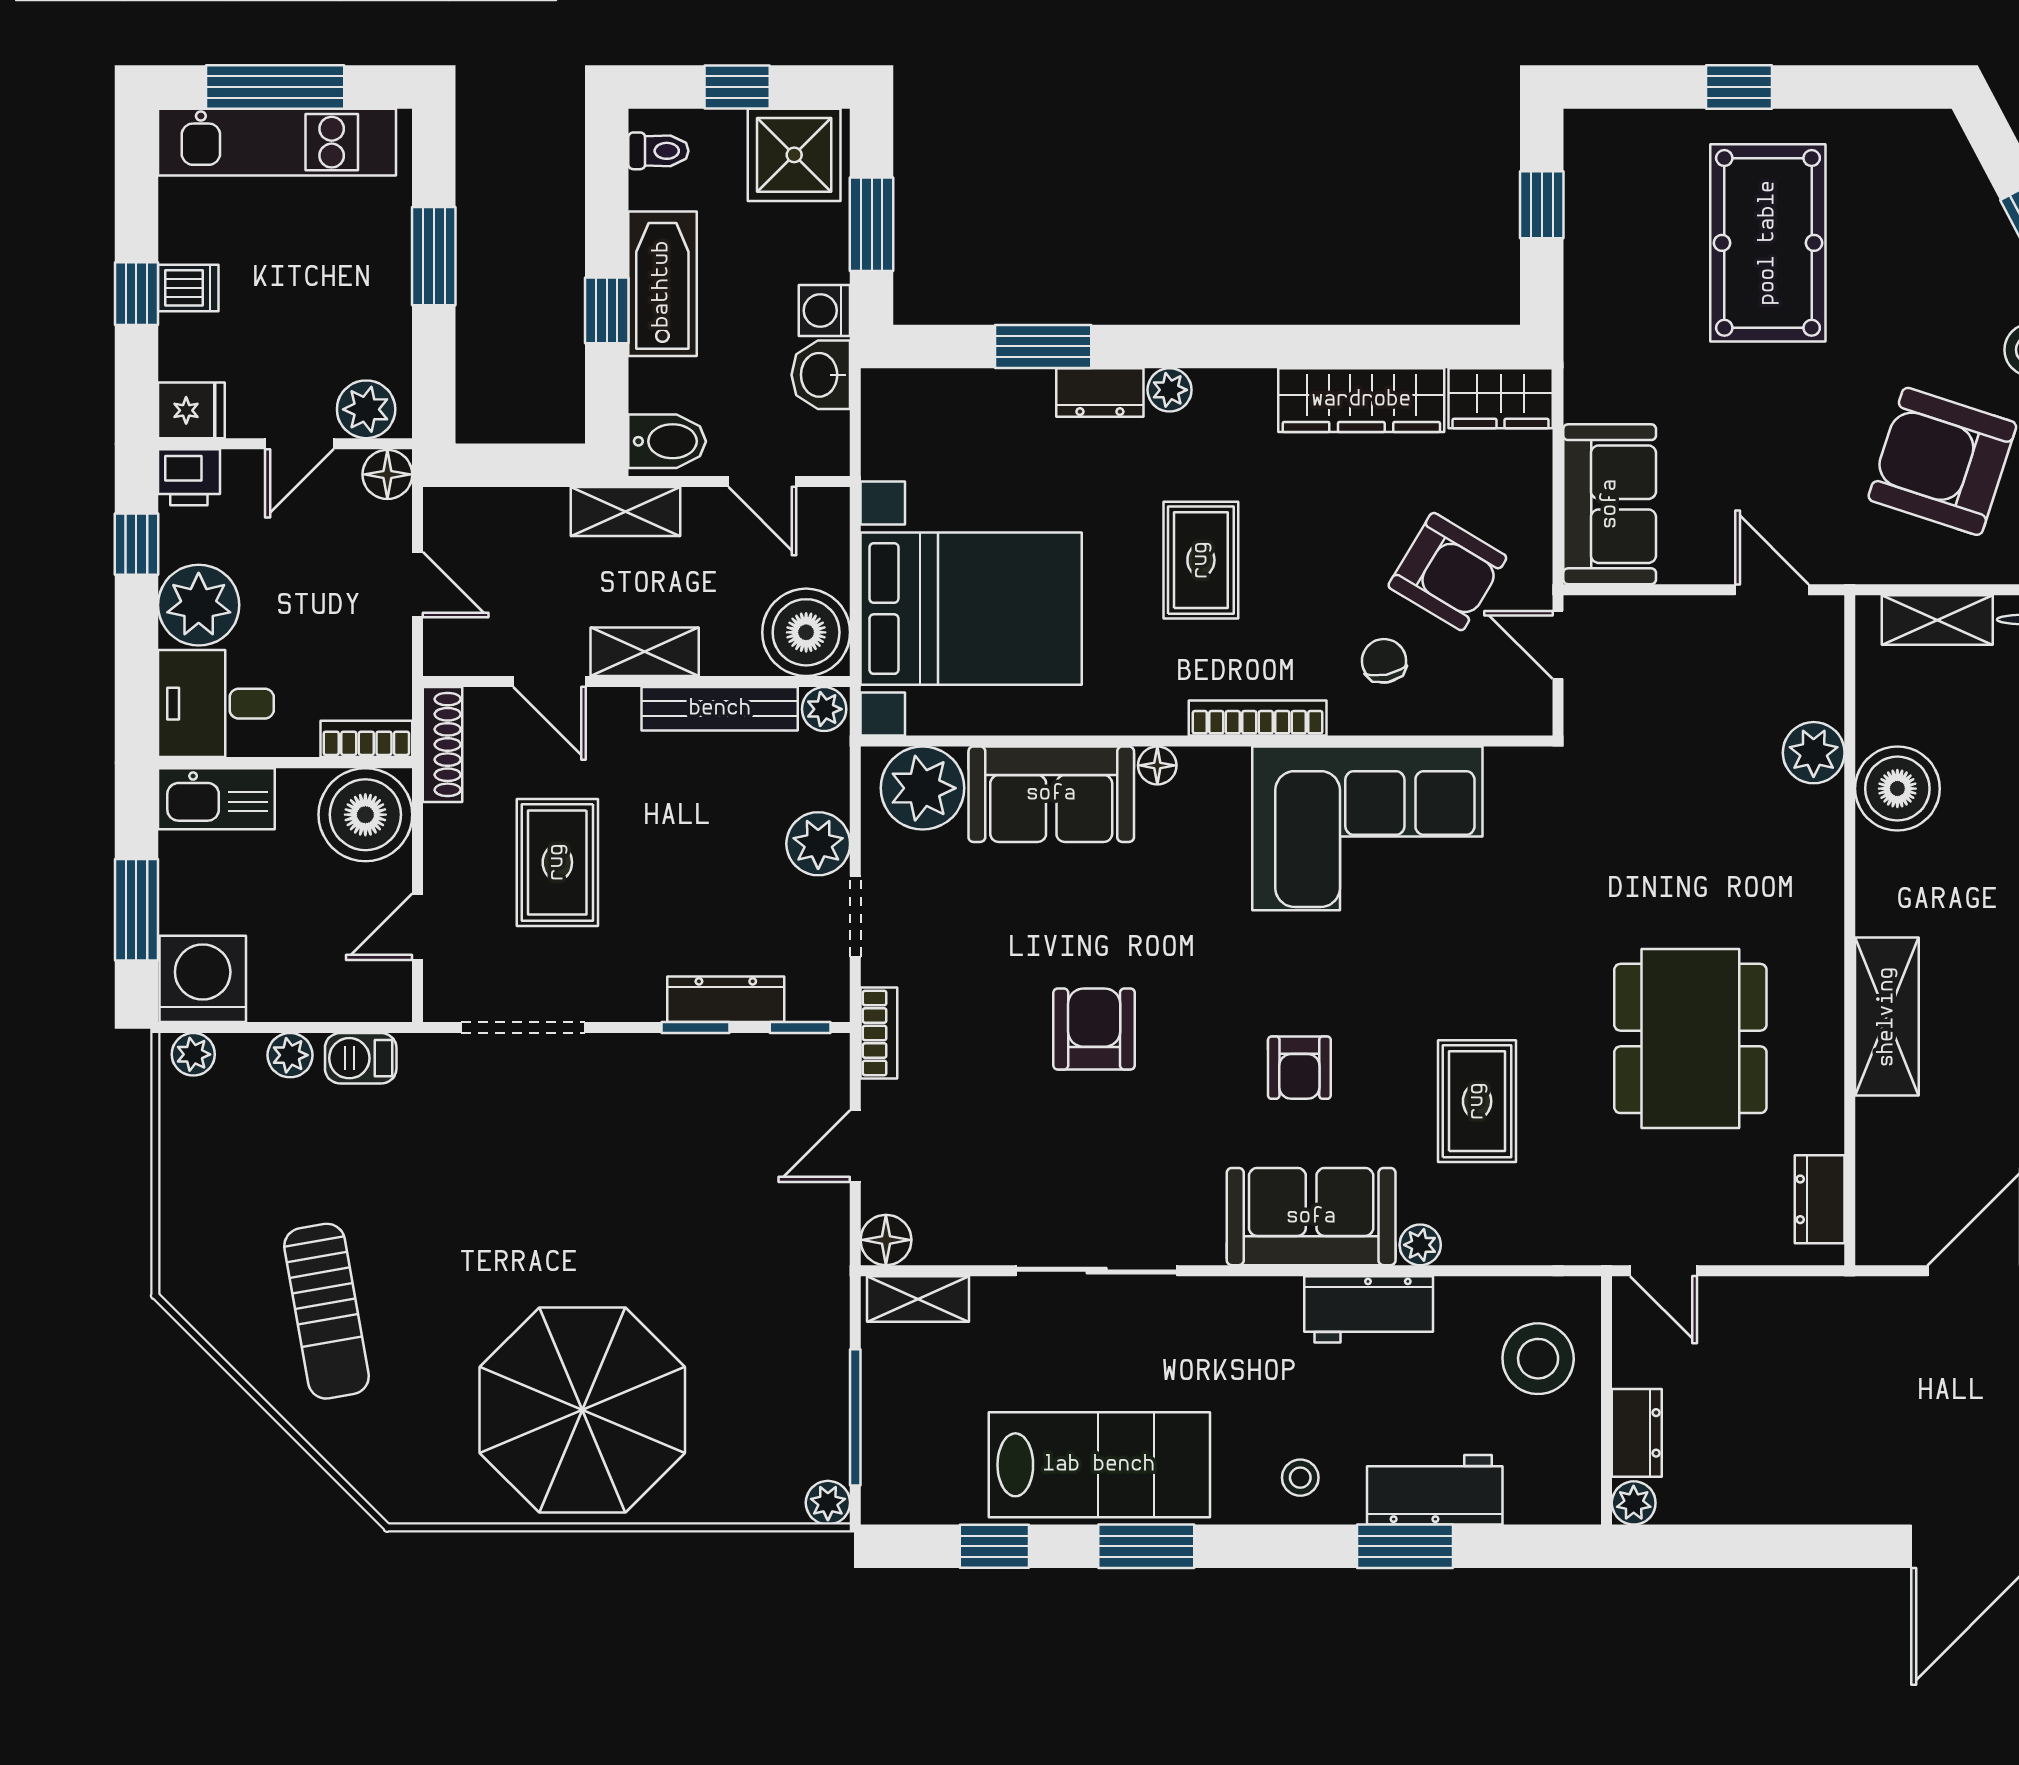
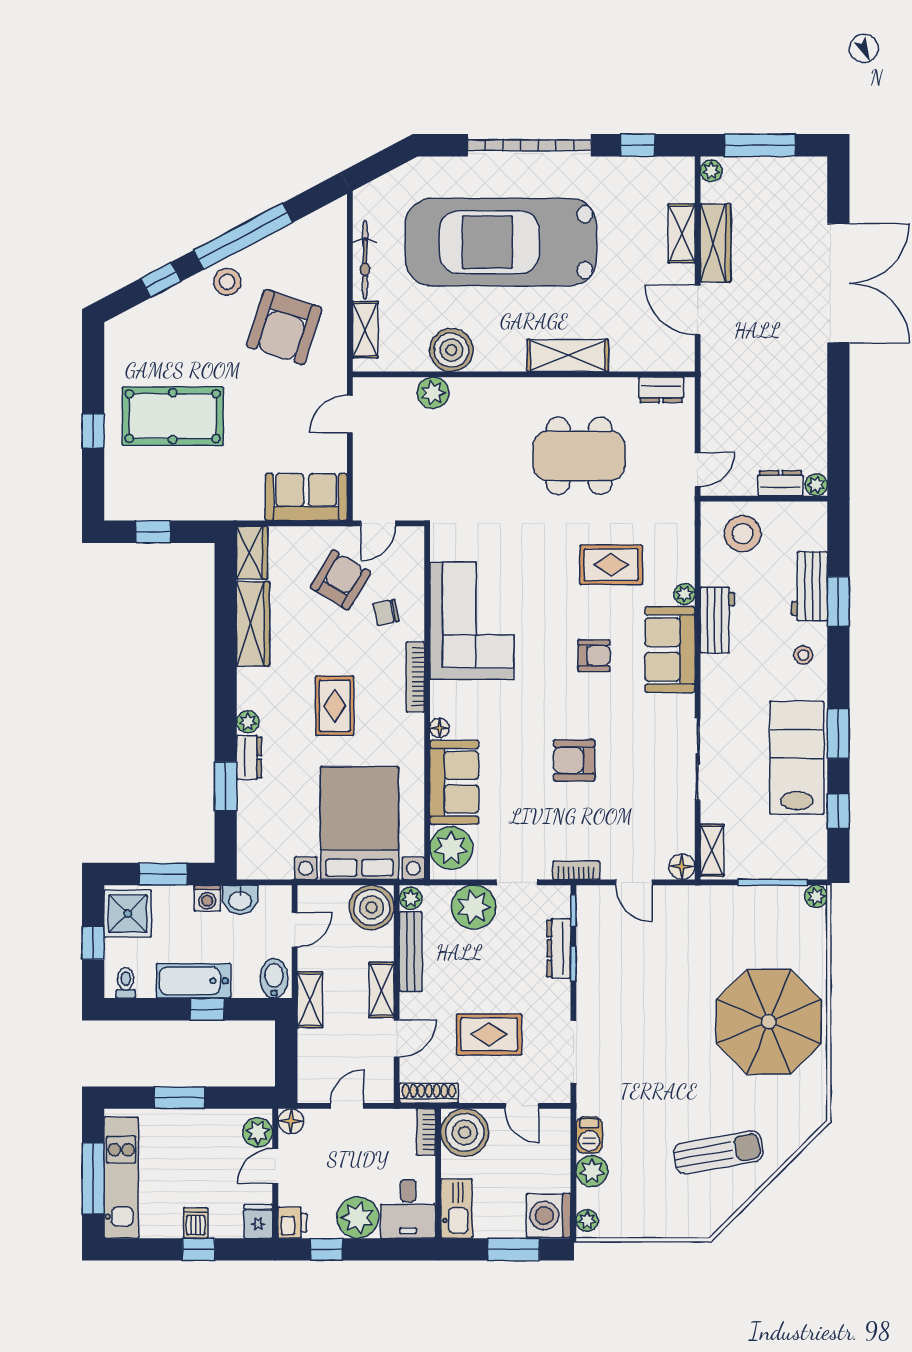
door: (299, 444) -> (275, 1166), swing flipped
rug: (1201, 560) -> (335, 706), turned 90
plant: (818, 844) -> (474, 907), width x1.36, depth x1.36
plant: (290, 1055) -> (592, 1171), width x1.38, depth x1.38

